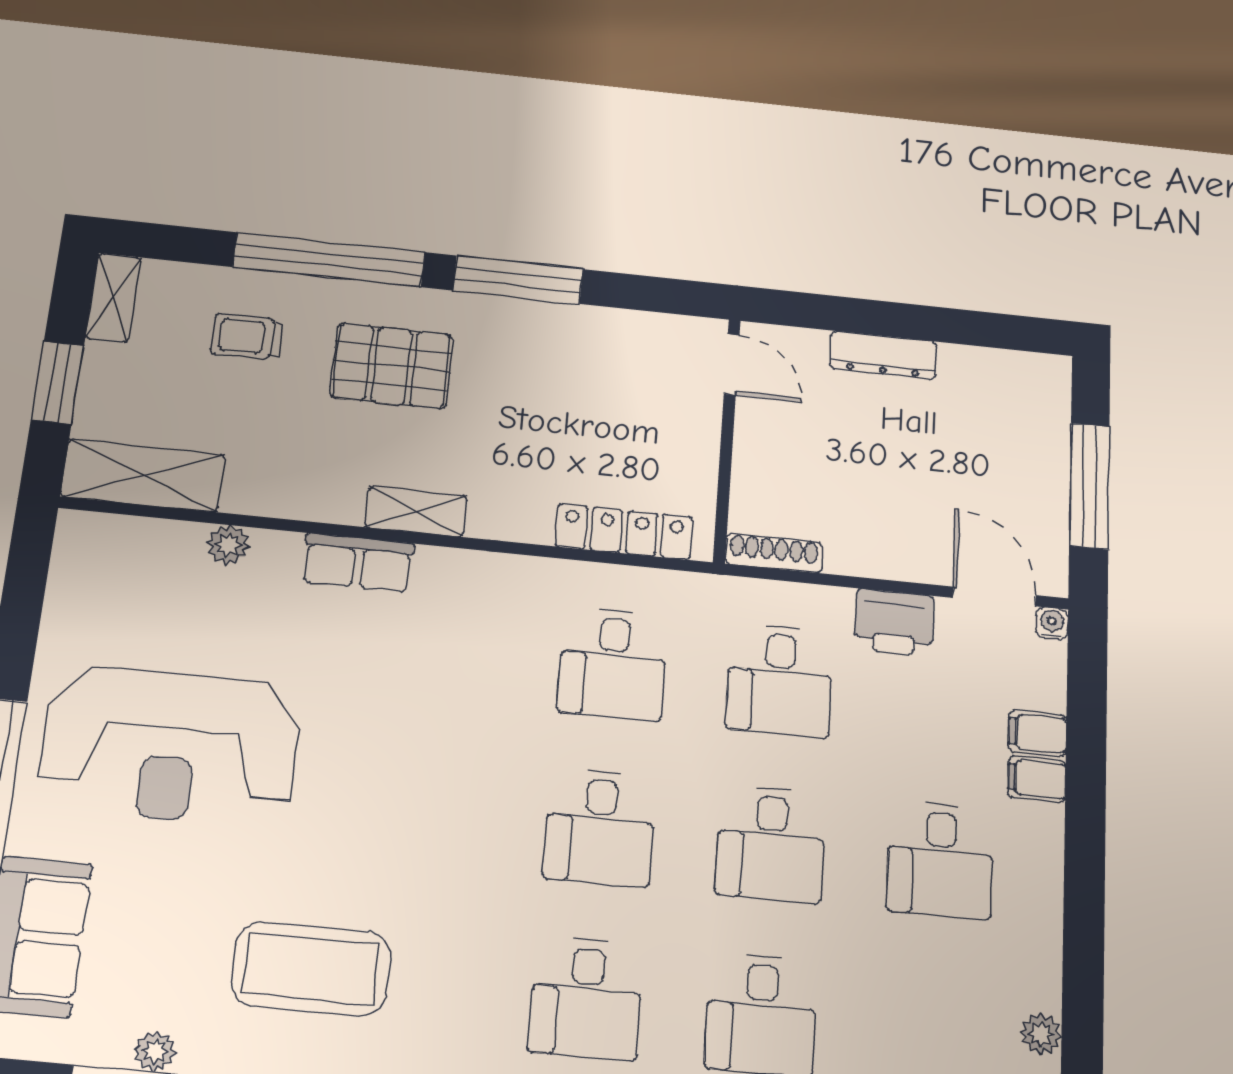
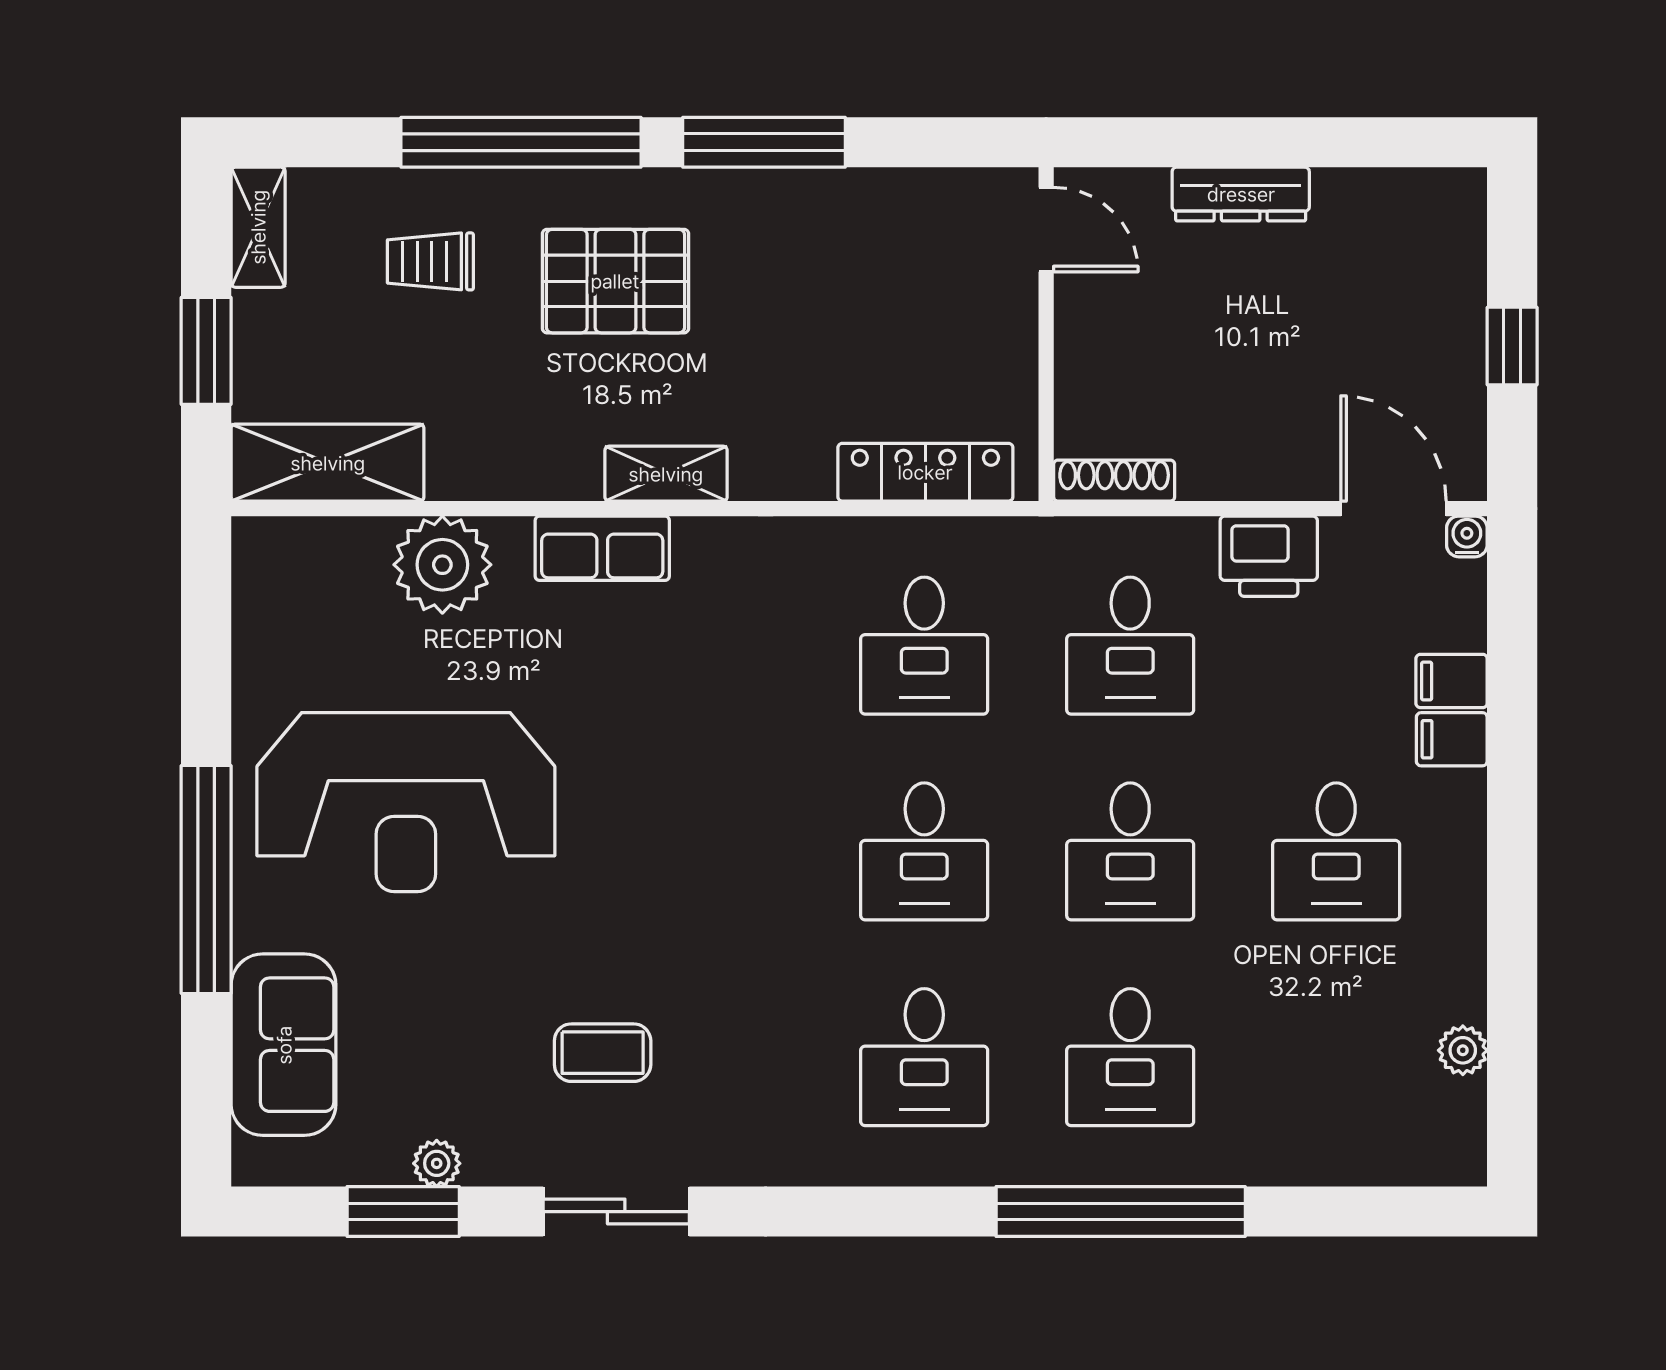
window: (1089, 486) -> (1512, 346), width x0.46
plant: (228, 545) -> (442, 565), width x1.88, depth x1.88
coffee table: (311, 969) -> (603, 1053), width x0.54, depth x0.58

